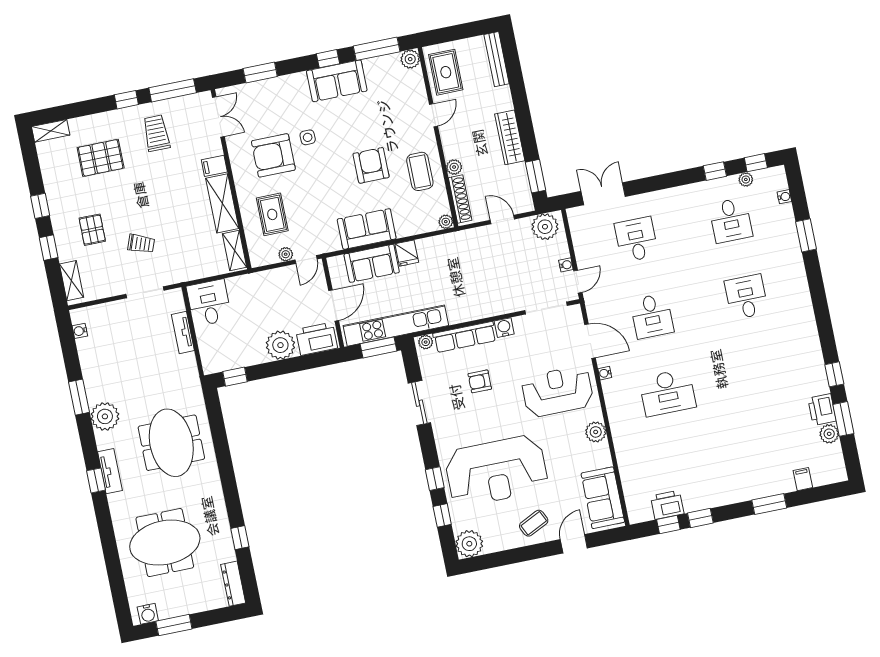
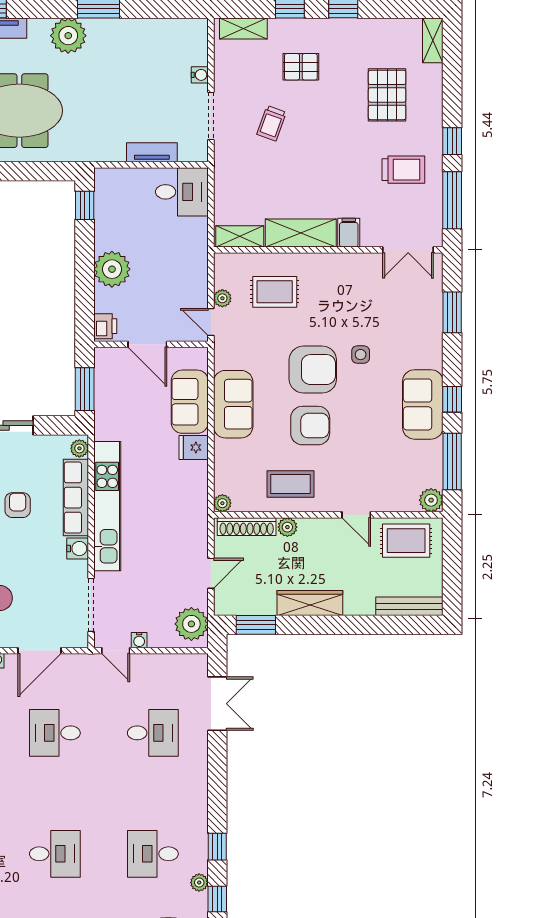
armchair: (273, 155) -> (313, 370), moved, turned 90
kitchen unit: (396, 326) -> (107, 506), moved
water cooler: (80, 331) -> (200, 75), moved, turned 90
printer: (317, 339) -> (105, 326), width x0.53, depth x0.68

